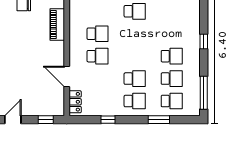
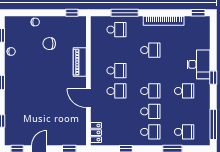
desk: (188, 27) -> (199, 64), added
door: (67, 77) -> (88, 98), moved
school desk: (172, 79) -> (150, 91), moved

